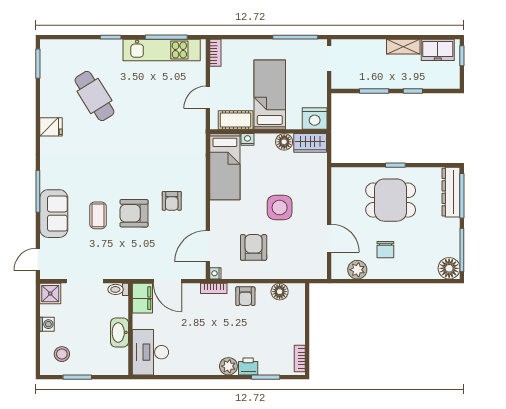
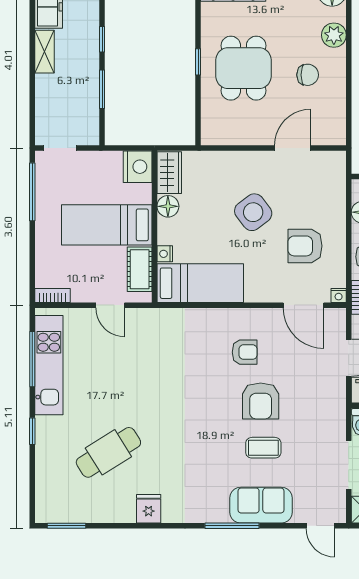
side table: (280, 208) -> (253, 212), turned -37
plant: (357, 270) -> (334, 35), moved

